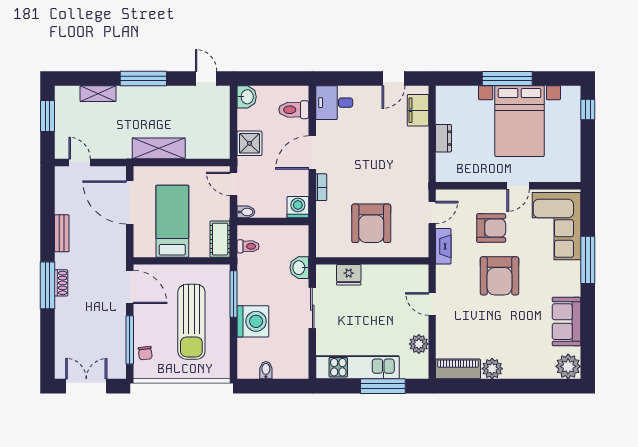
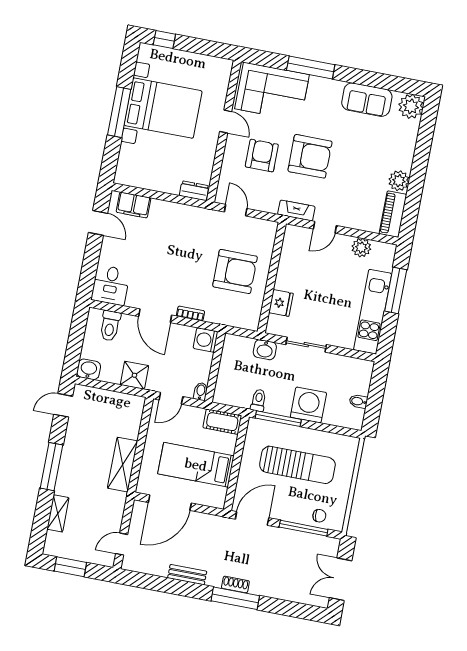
dresser: (443, 138) -> (194, 191), moved
toilet: (248, 246) -> (258, 400), moved
fireplace: (443, 246) -> (296, 210), moved

